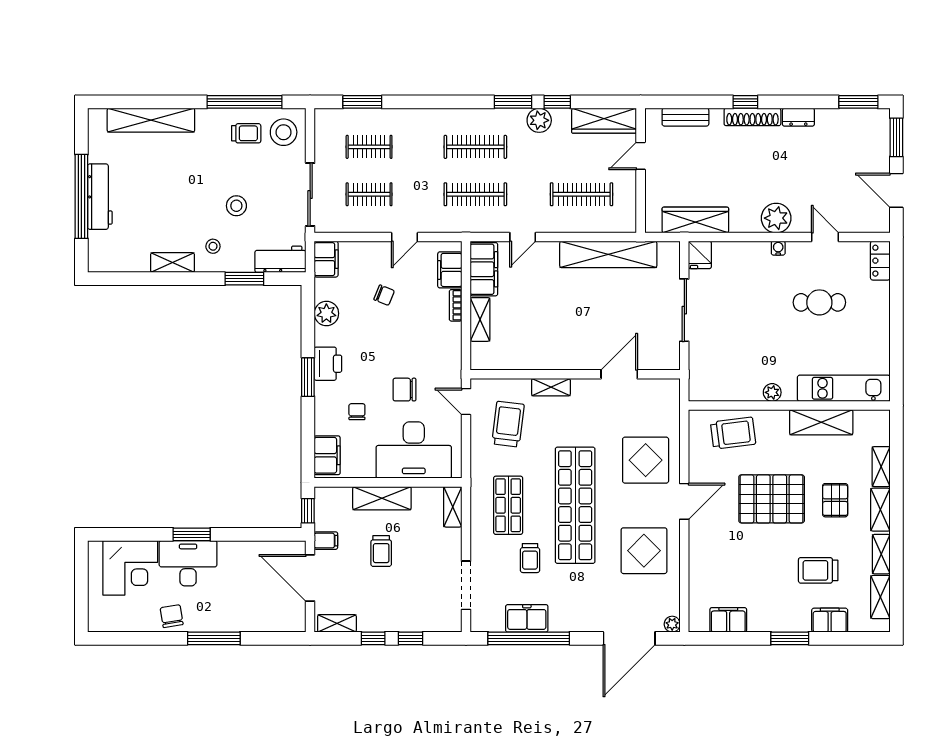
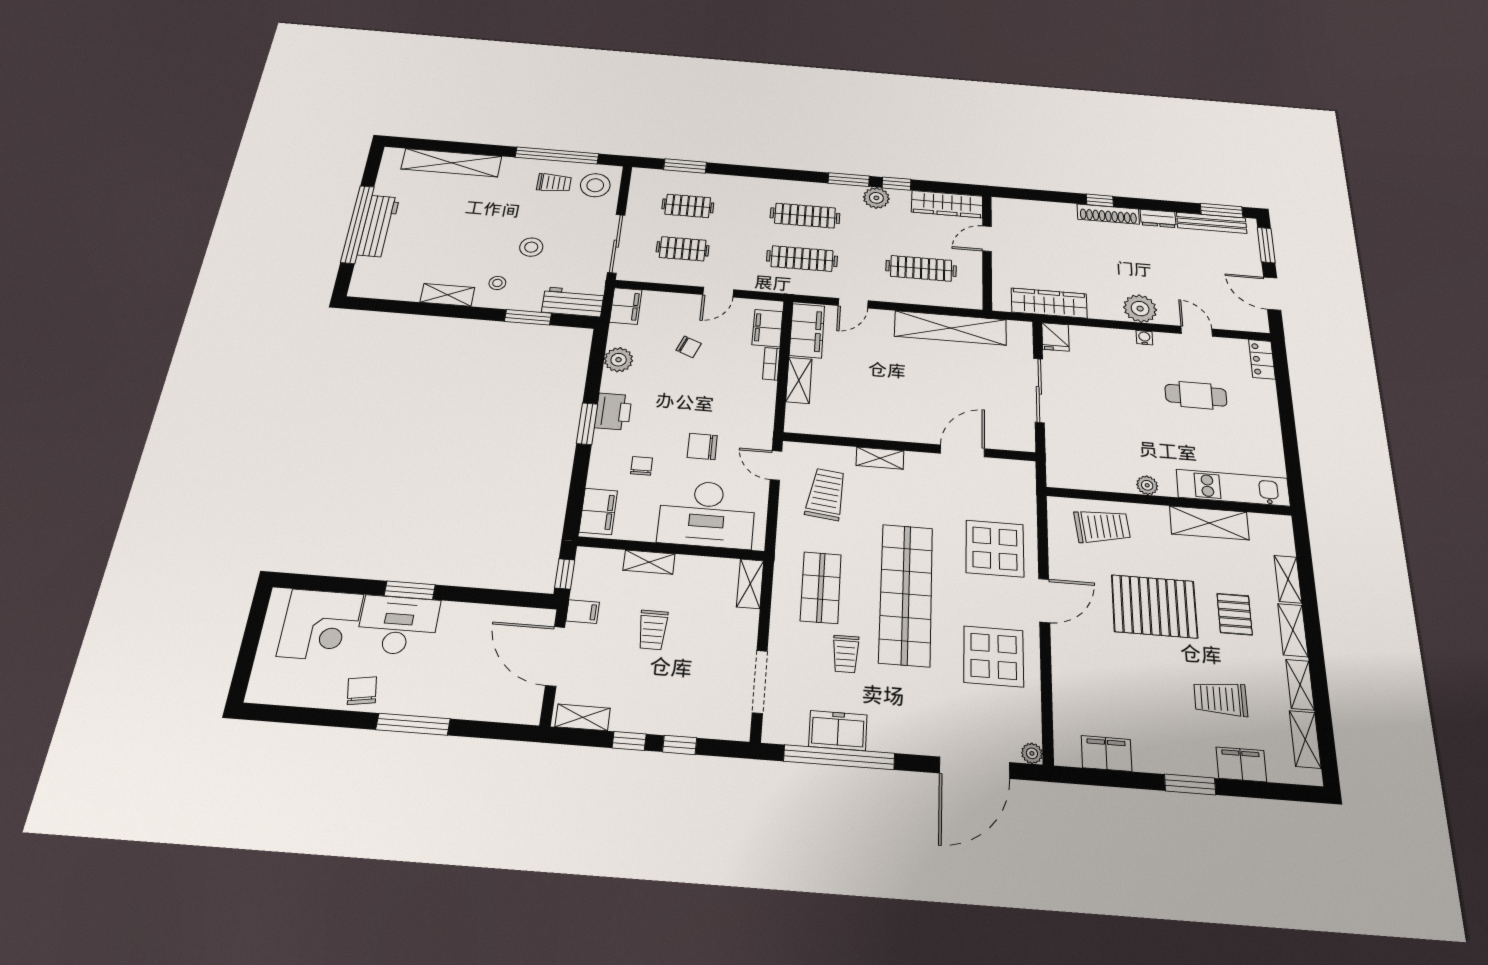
bench: (685, 117) -> (1212, 223), moved, width x1.36
shelving: (382, 498) -> (649, 562), width x0.67, depth x0.75

